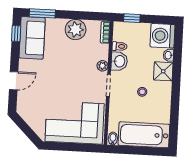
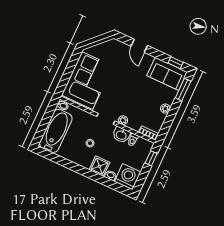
plant: (76, 30) -> (165, 109), width x0.53, depth x0.53

